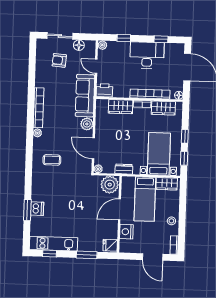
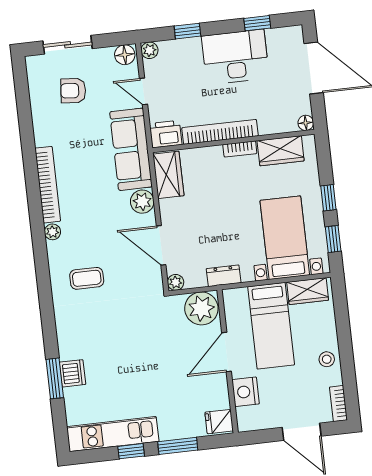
floor lamp: (79, 45) -> (125, 55), moved
bookcase: (150, 94) -> (220, 132), moved
wardrobe: (121, 107) -> (168, 175), moved, turned -90
window: (49, 254) -> (131, 451), moved

